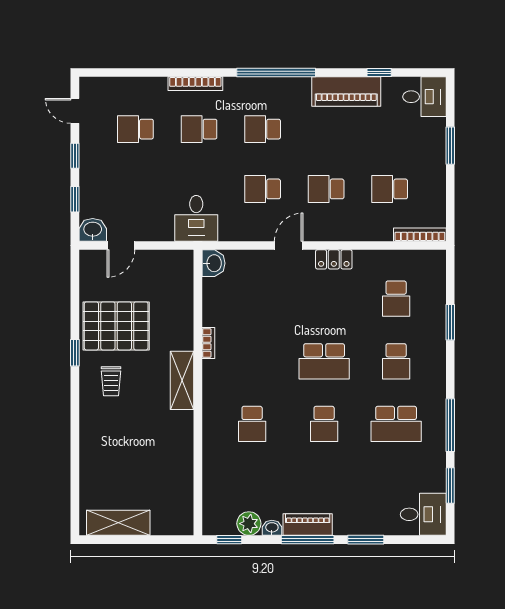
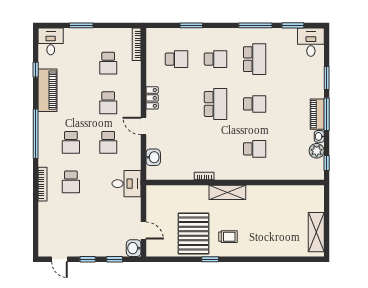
door: (75, 111) -> (60, 259), hinge flipped
school desk: (135, 129) -> (71, 221), removed
washbasin: (213, 263) -> (153, 157), moved, turned 90

